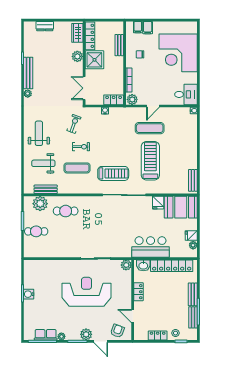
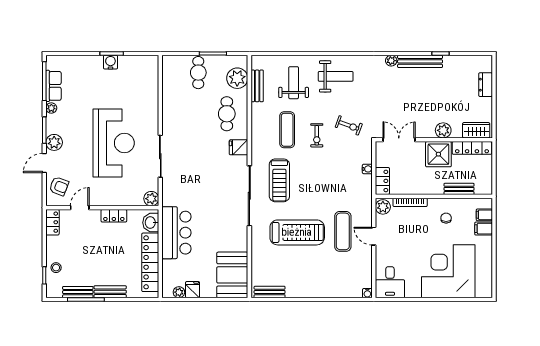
fridge: (158, 203) -> (239, 147), moved
locker: (158, 336) -> (52, 222), moved

